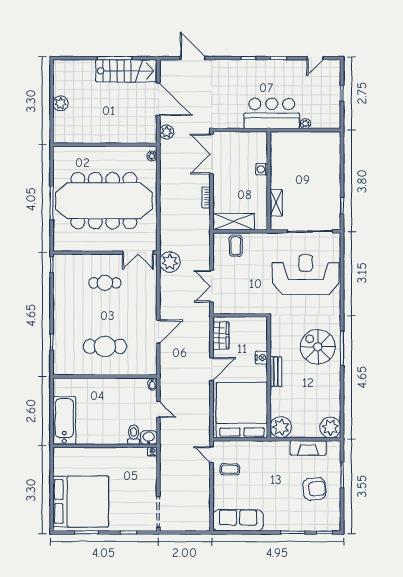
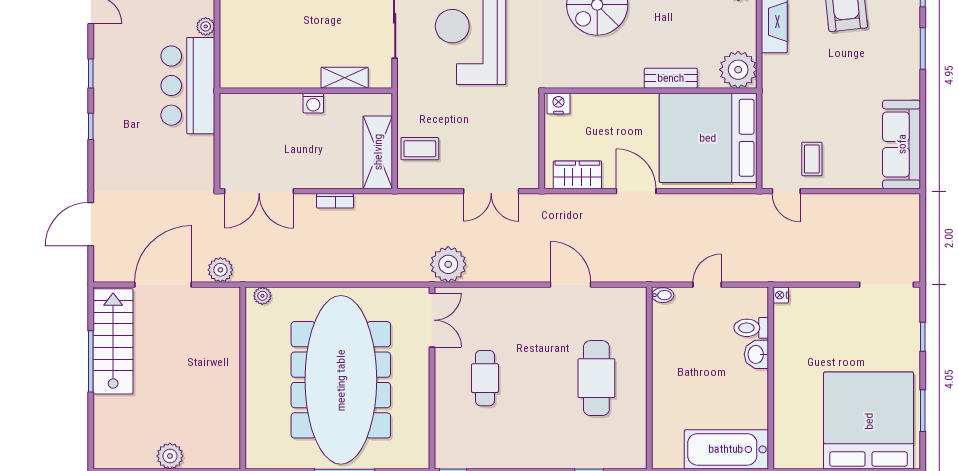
washing machine: (262, 169) -> (313, 103), moved
nightstand: (261, 358) -> (558, 104), moved
bench: (276, 372) -> (671, 78), moved
washbasin: (149, 438) -> (756, 354), moved
door: (211, 455) -> (786, 191), hinge flipped

